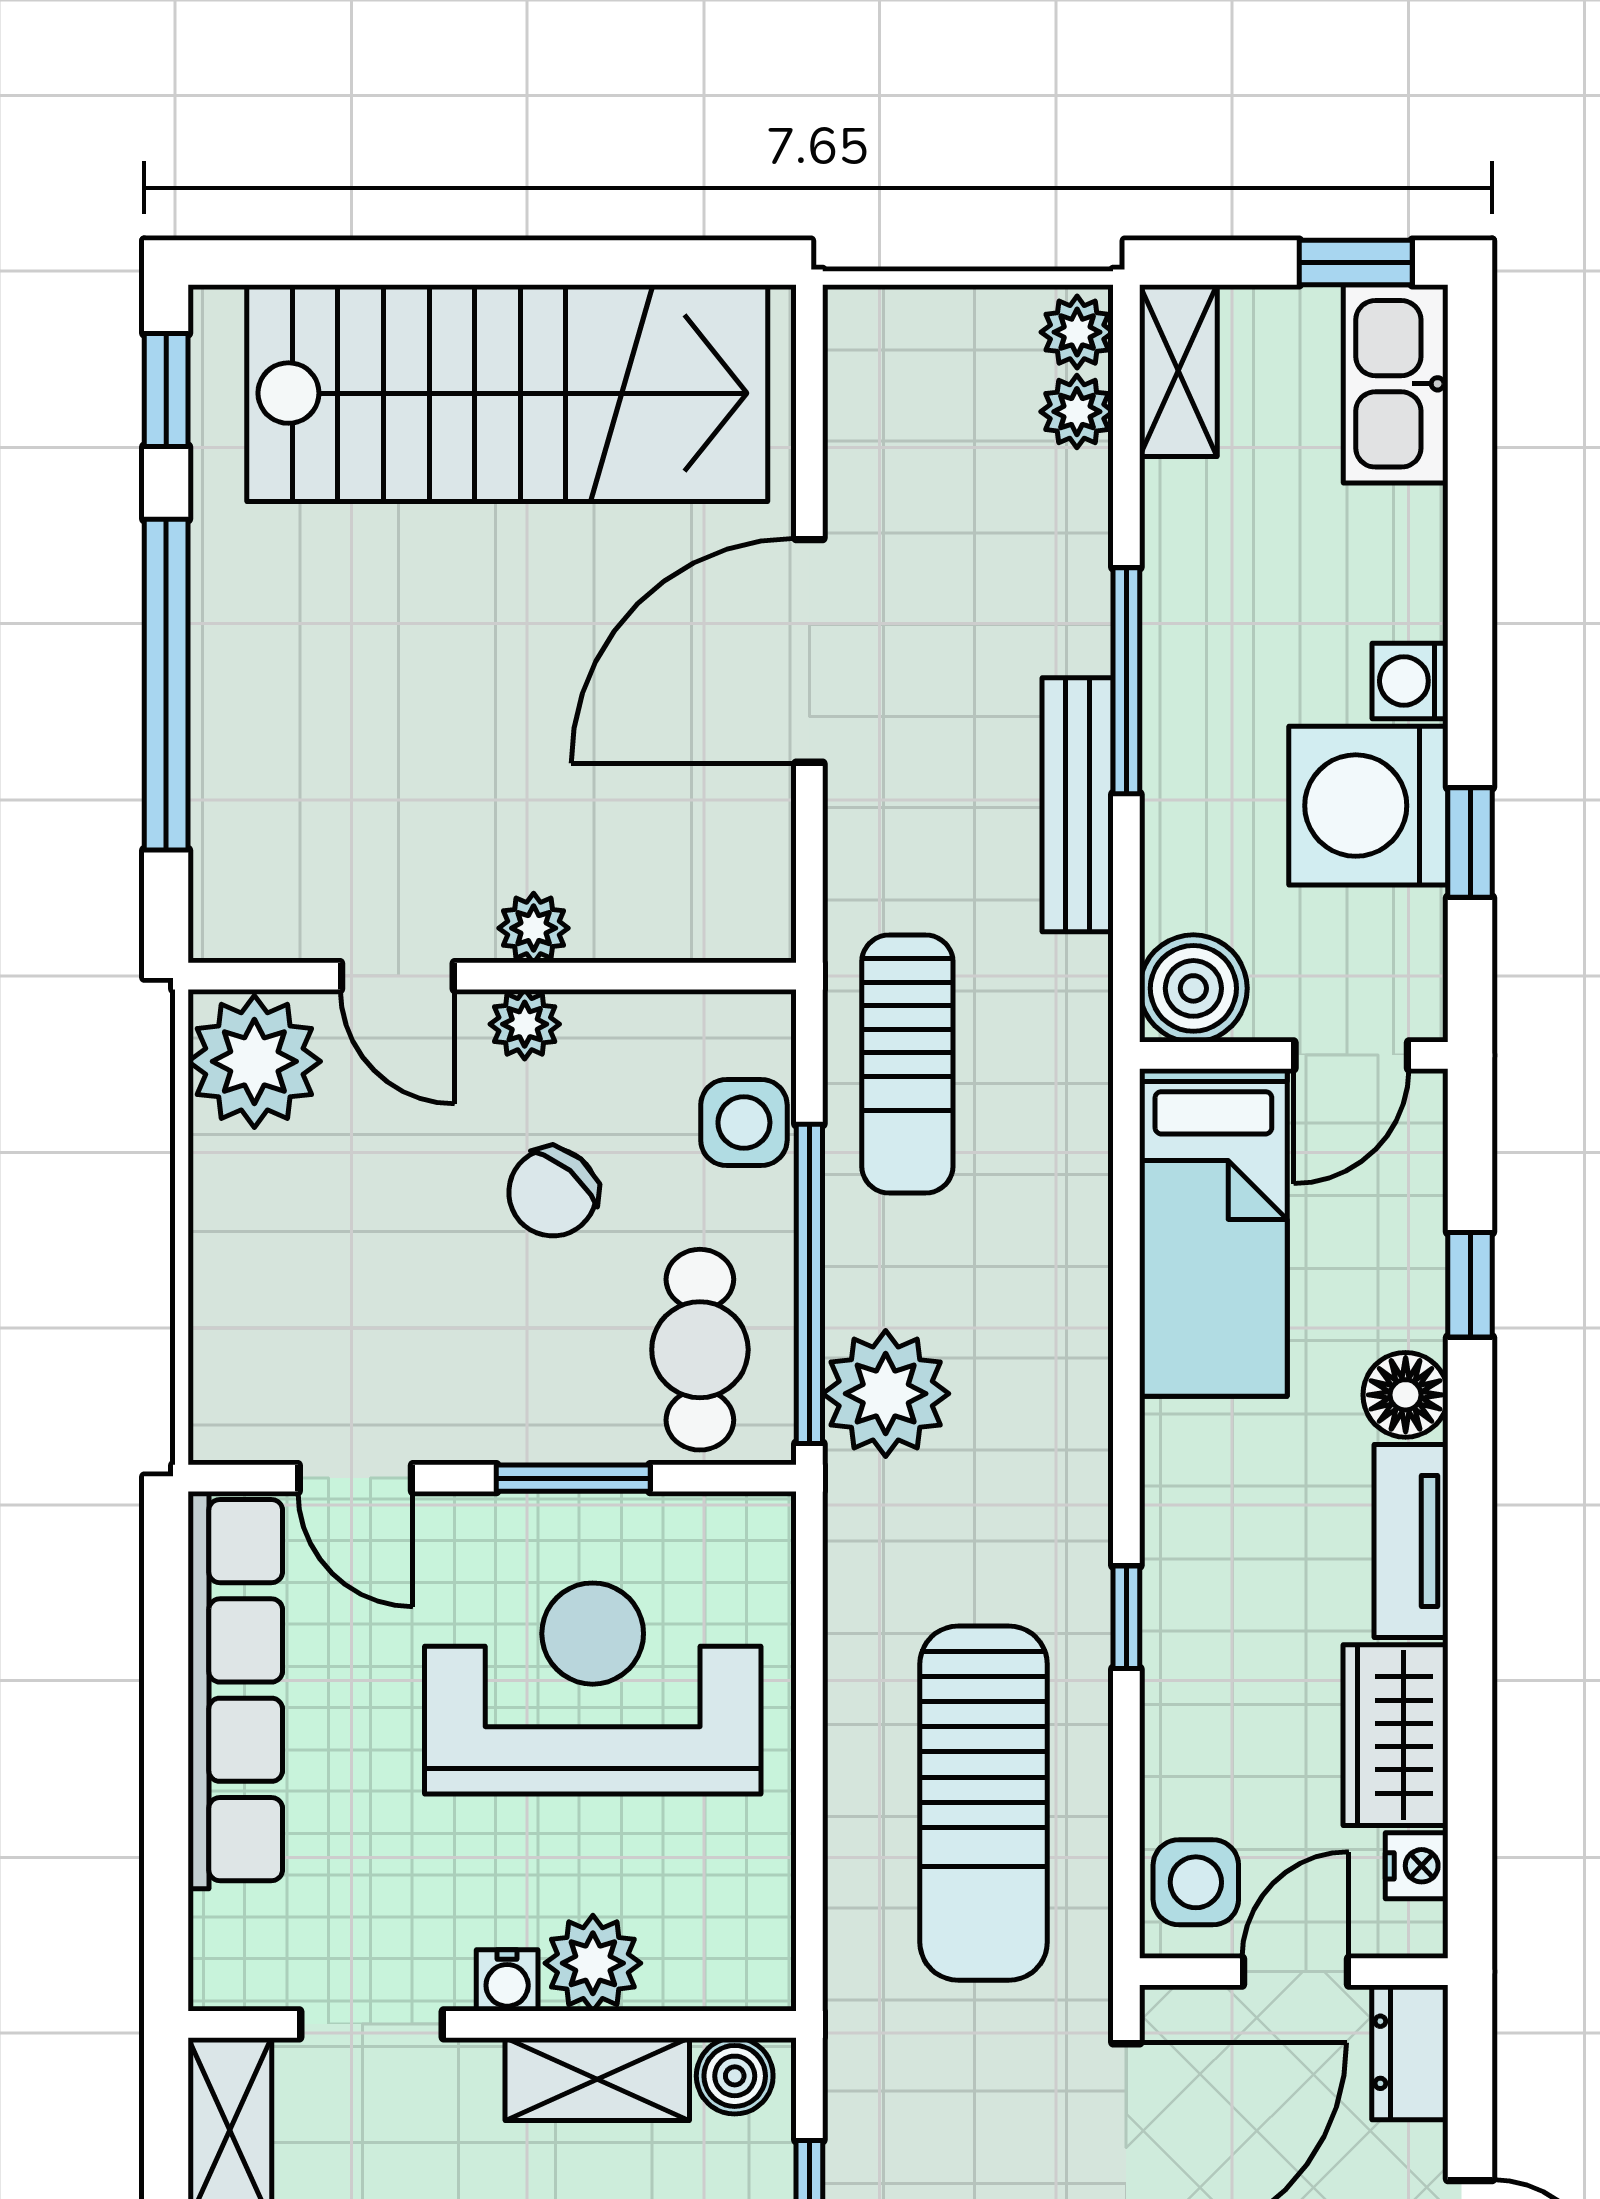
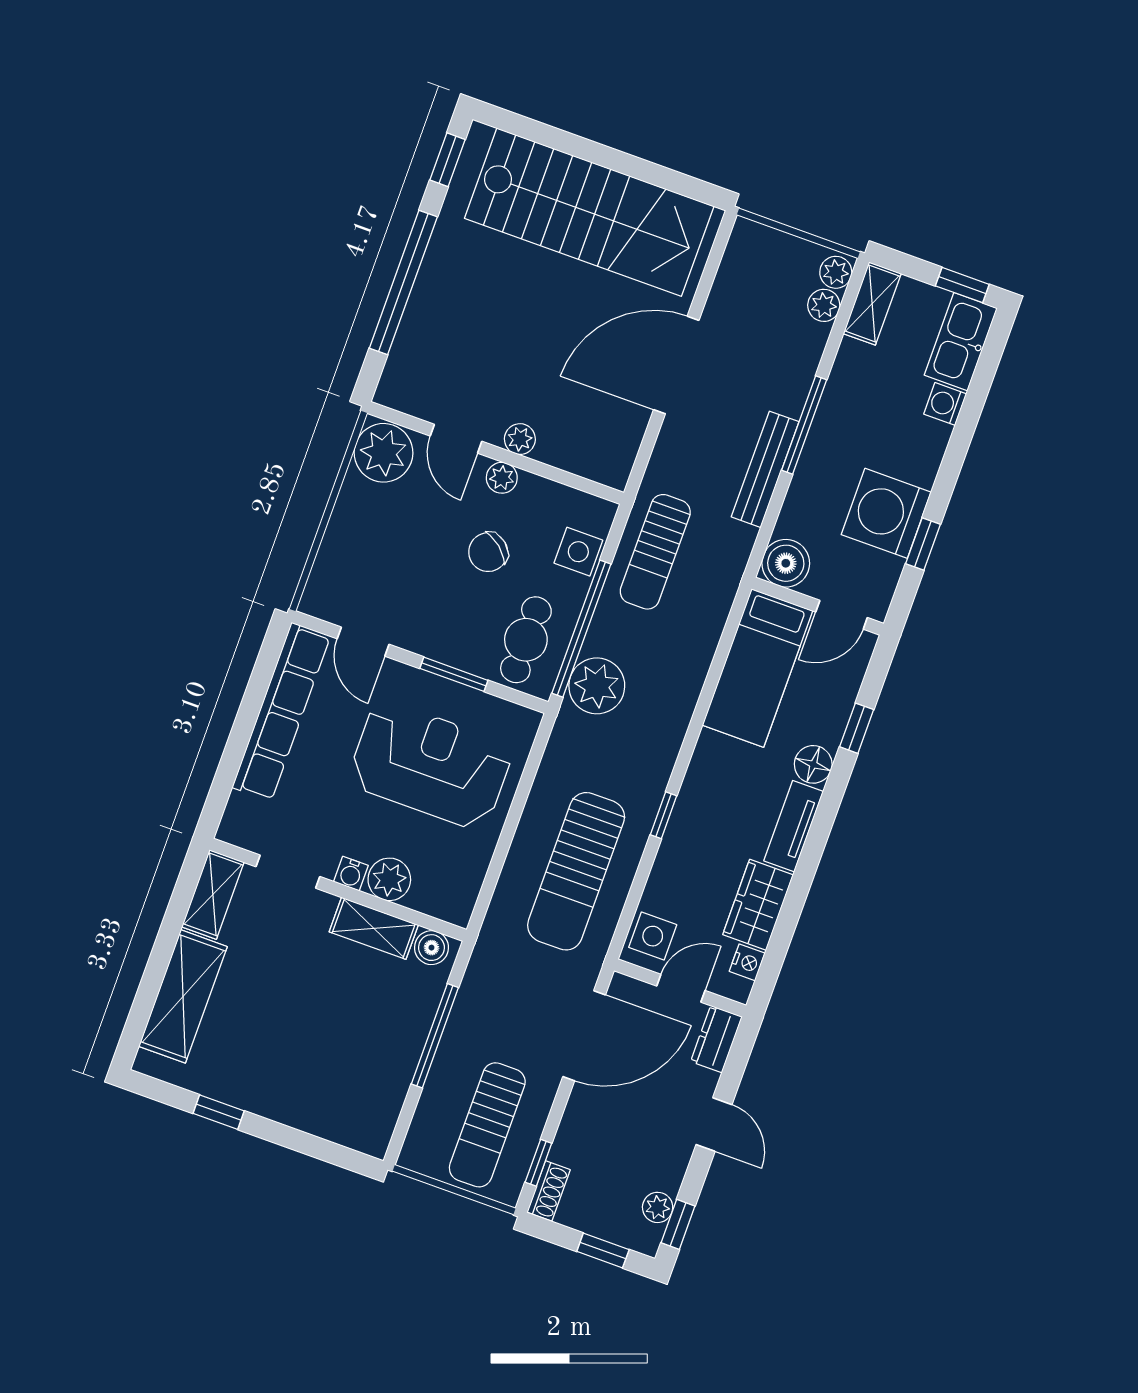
washing machine: (1410, 681) -> (945, 404), moved

